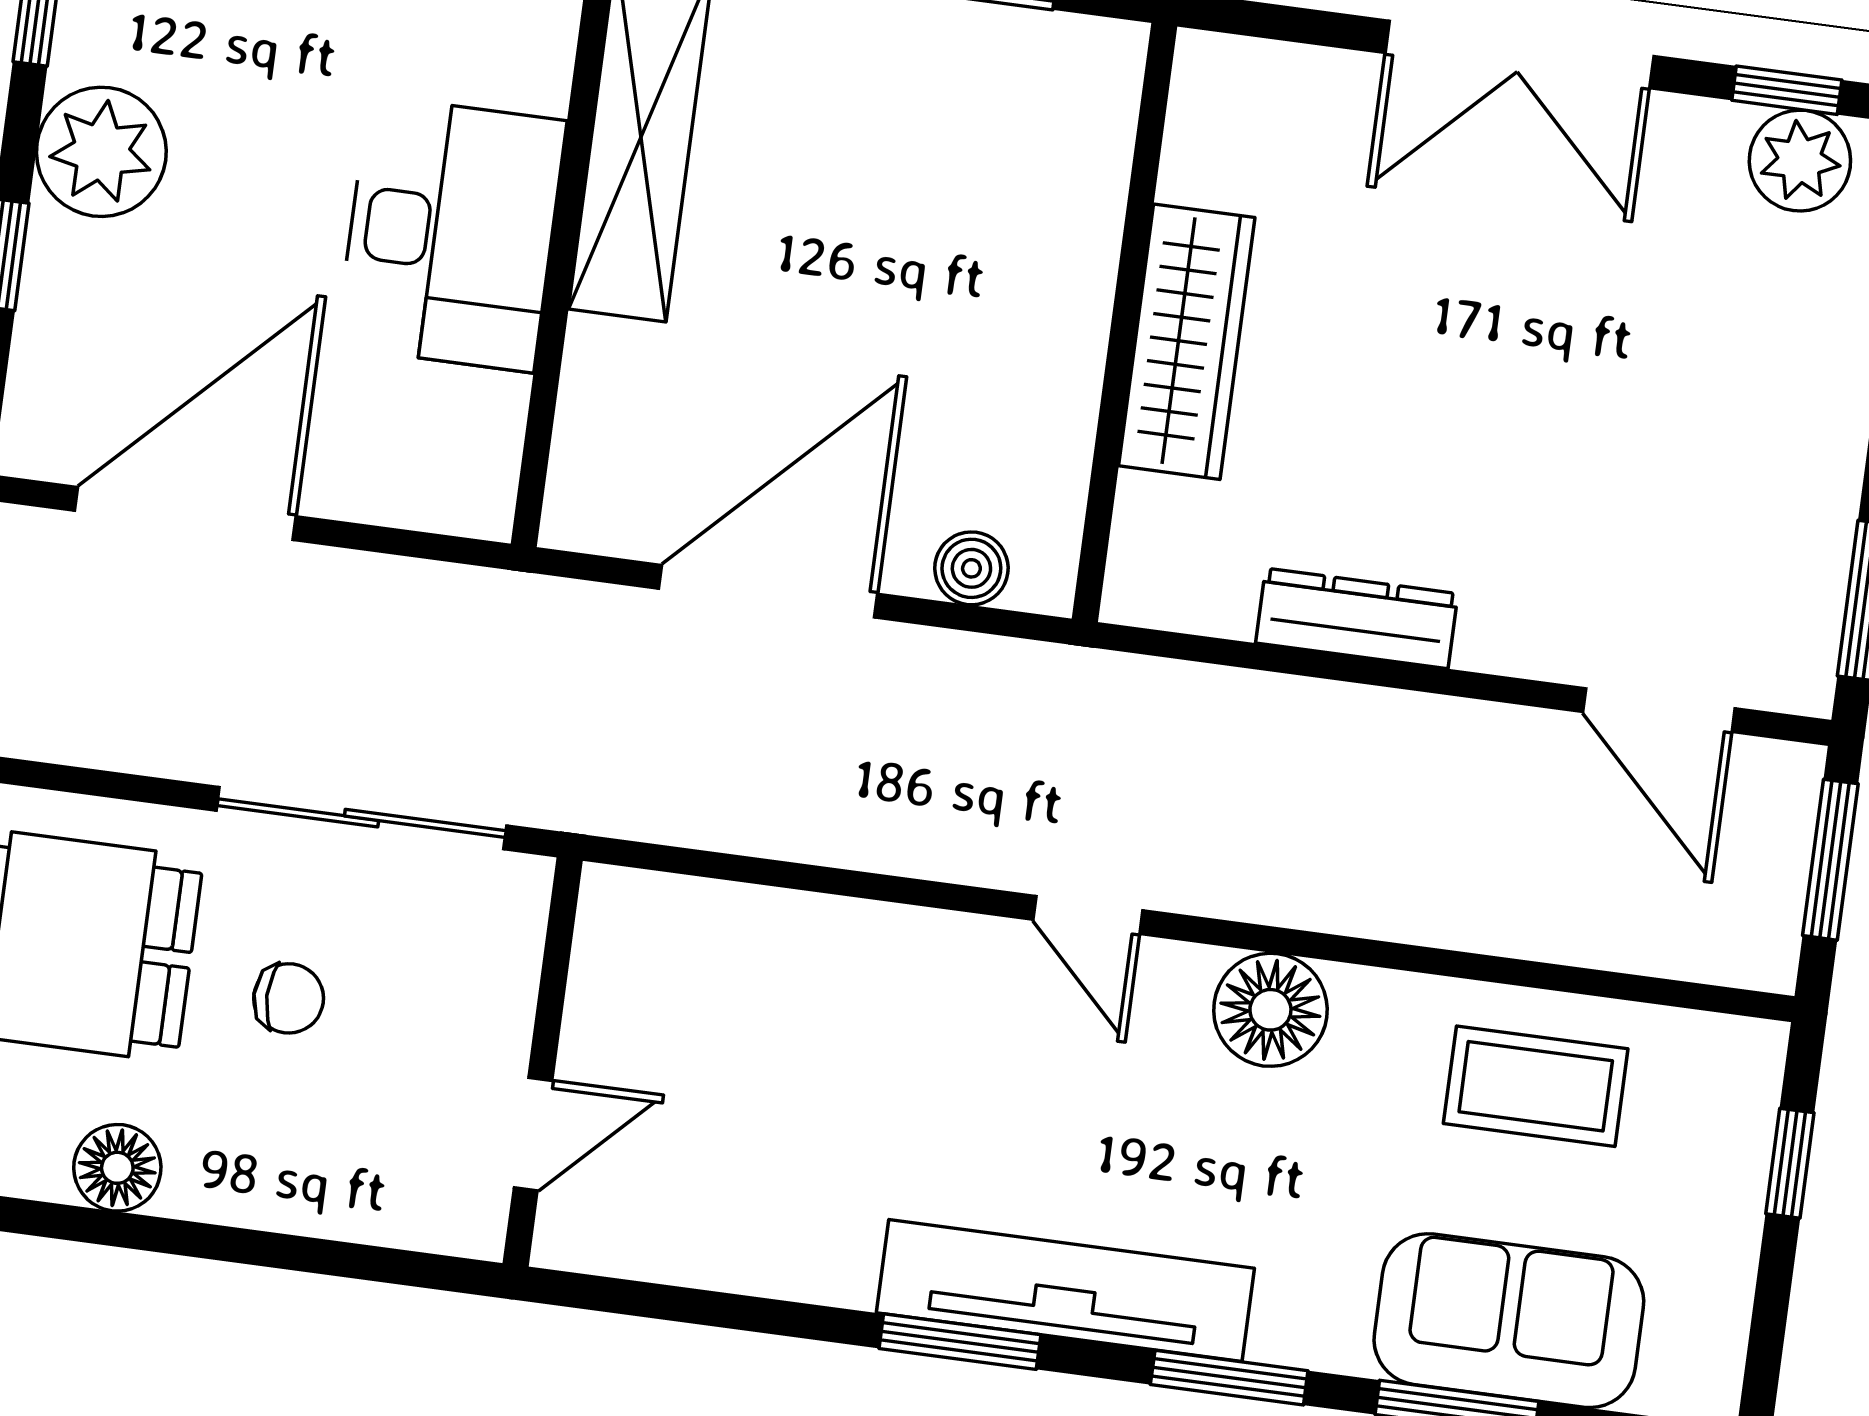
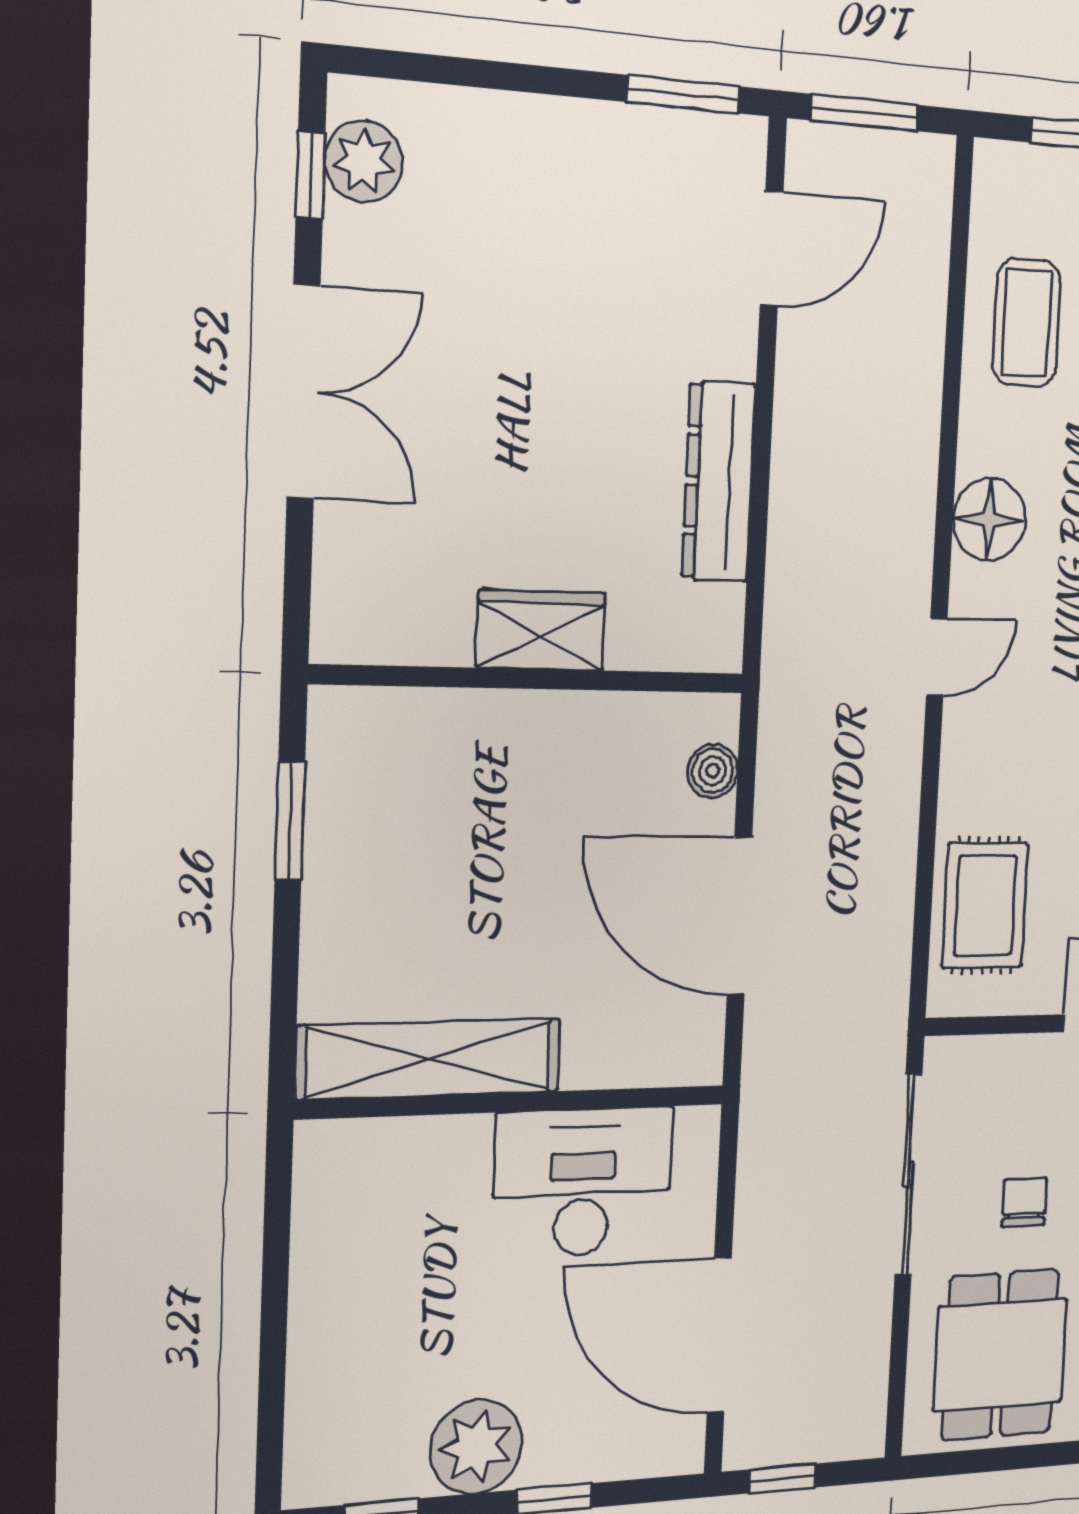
desk: (451, 234) -> (583, 1182), moved
wardrobe: (1187, 342) -> (541, 630), width x0.67
dresser: (1357, 618) -> (719, 482), width x1.37, depth x1.24
rug: (729, 966) -> (985, 906), added

